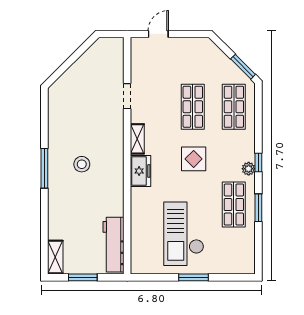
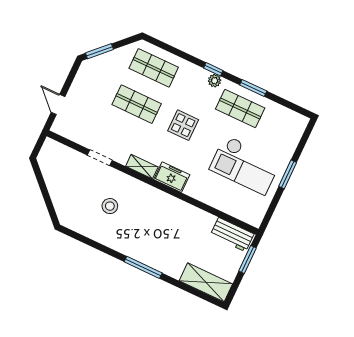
window: (243, 67) -> (99, 51), moved
stool: (82, 164) -> (110, 206), moved
window: (44, 168) -> (143, 267), moved
workbench: (114, 245) -> (232, 235), width x0.73
shelving: (55, 257) -> (206, 282), width x1.50, depth x1.33
window: (83, 277) -> (248, 260), moved

